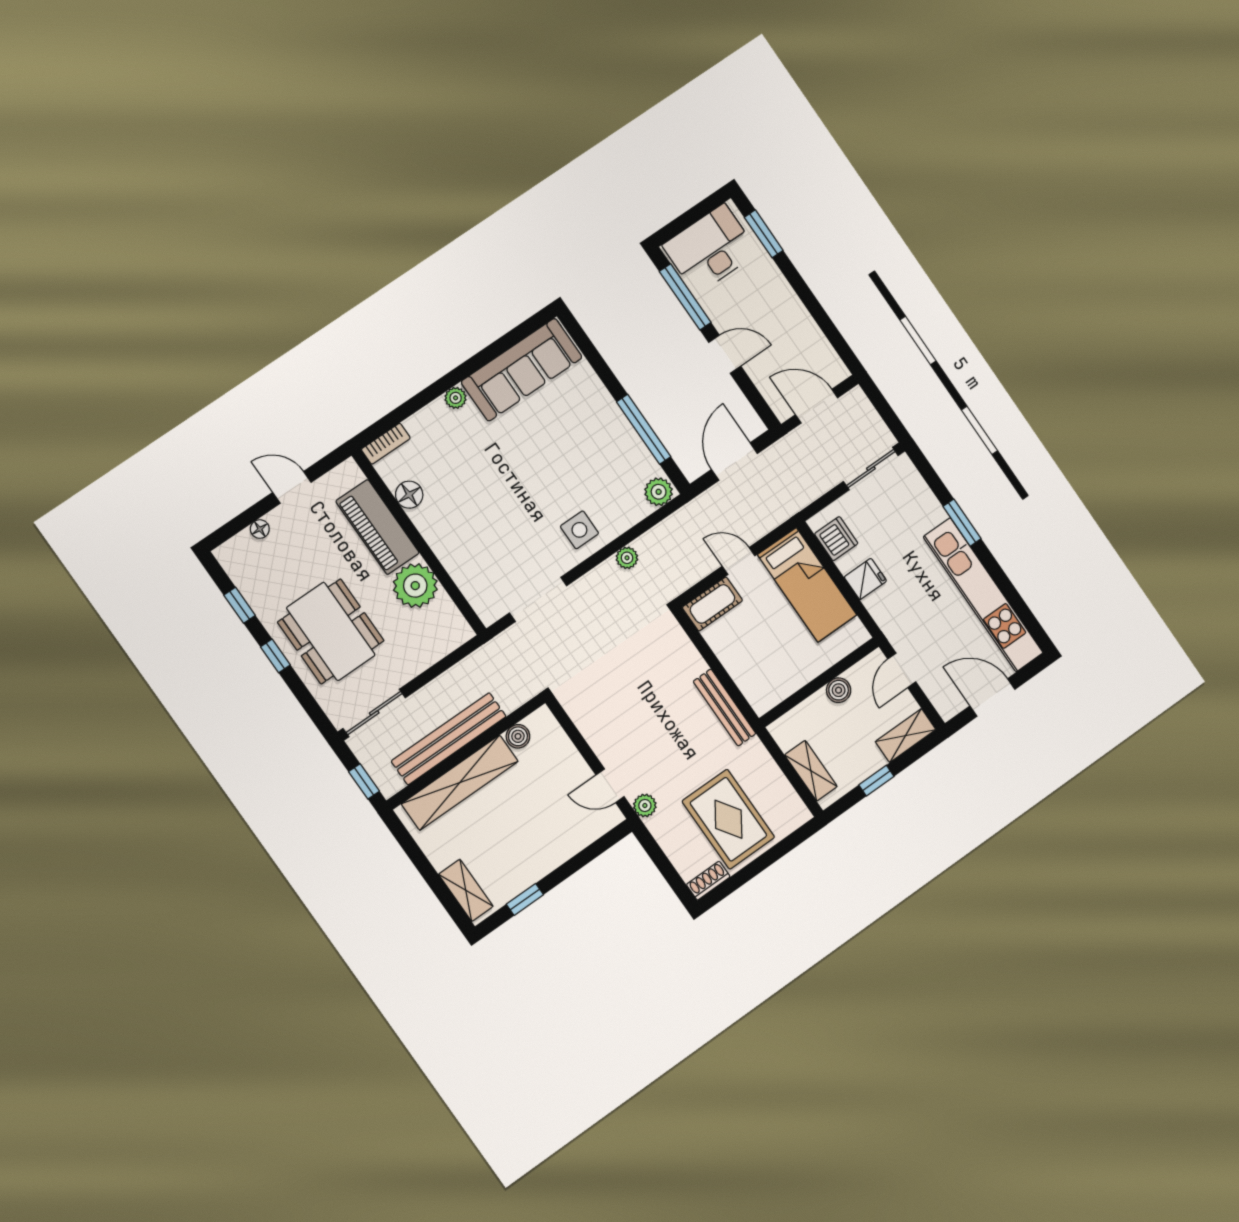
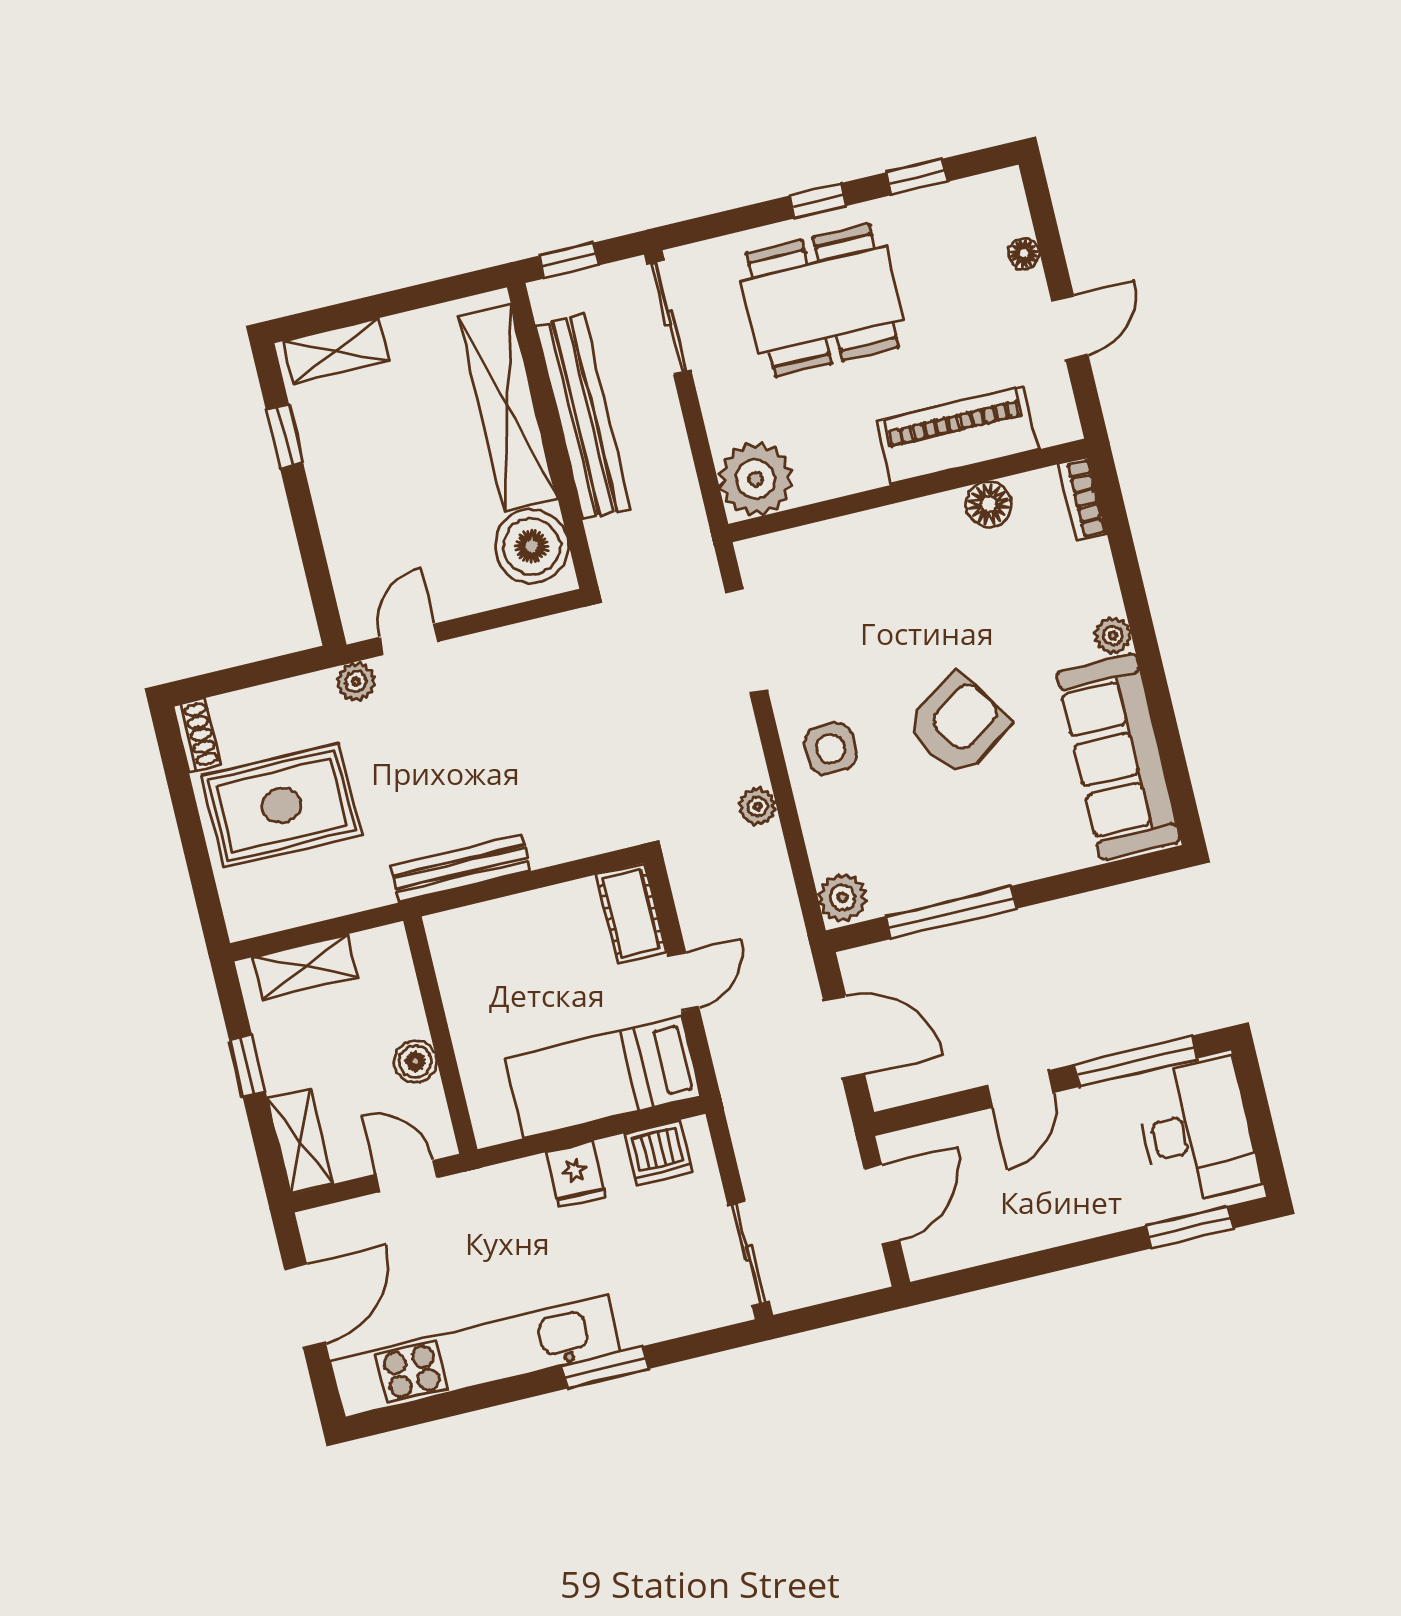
armchair: (539, 465) -> (957, 725), added
plant: (415, 586) -> (756, 479), moved
boiler: (518, 736) -> (531, 546), width x1.86, depth x1.86

